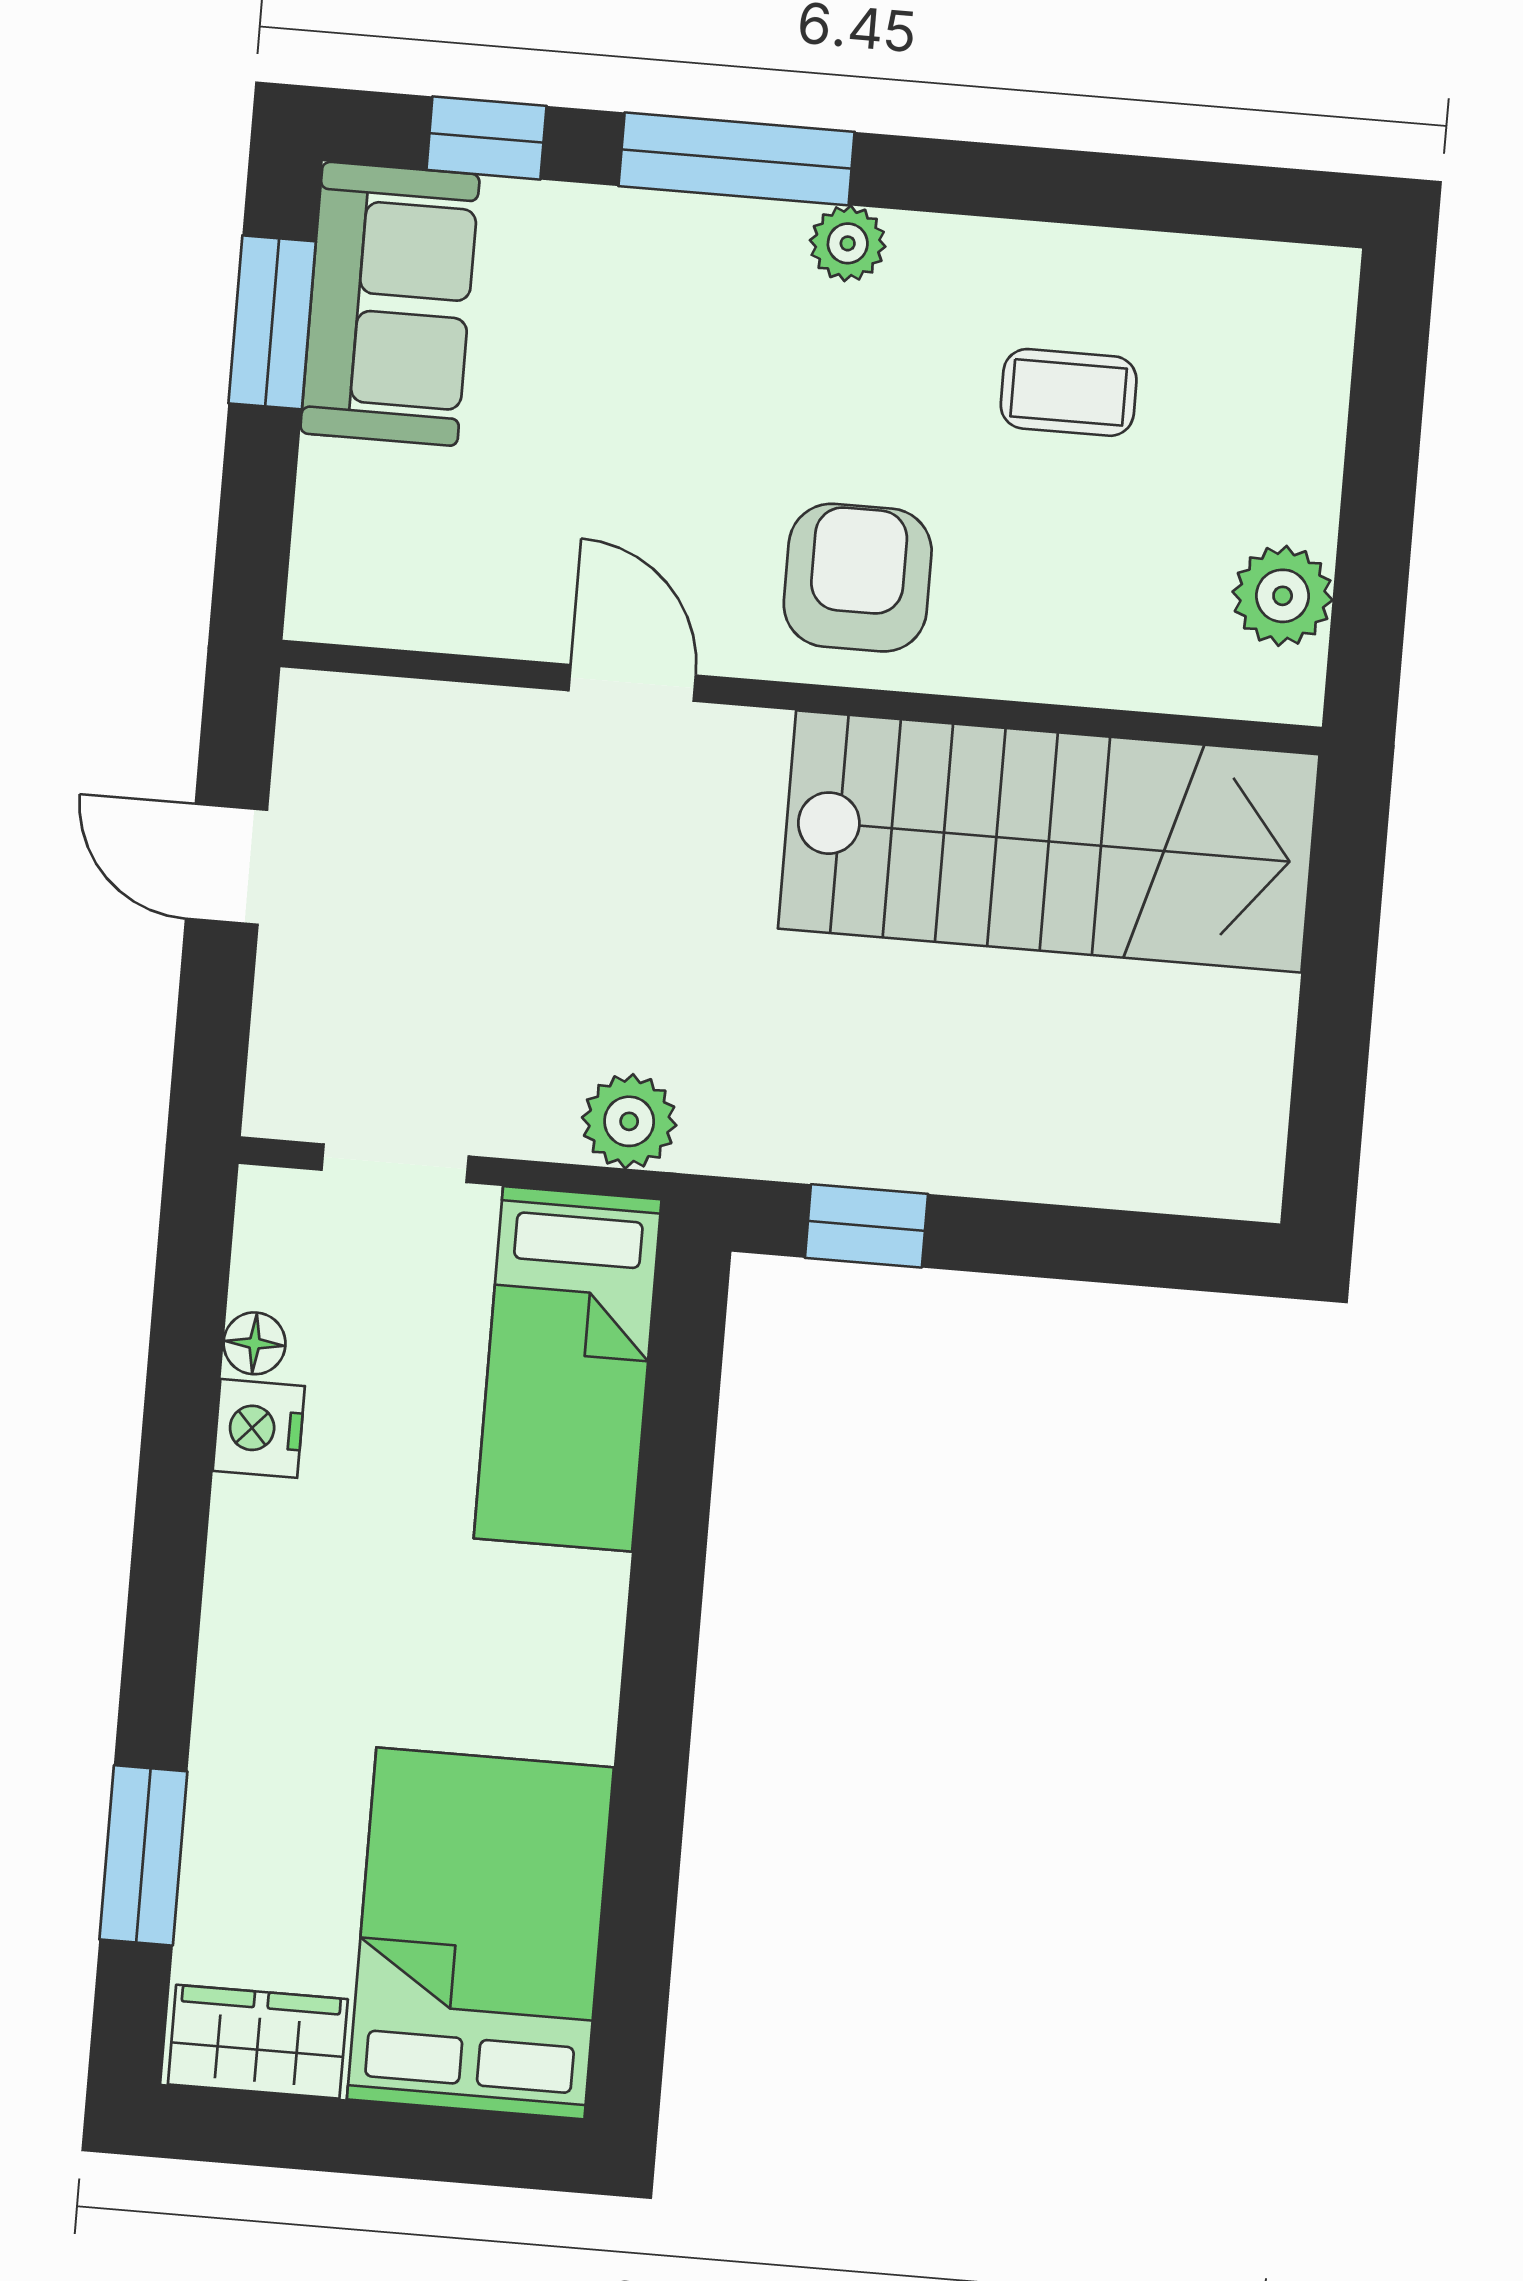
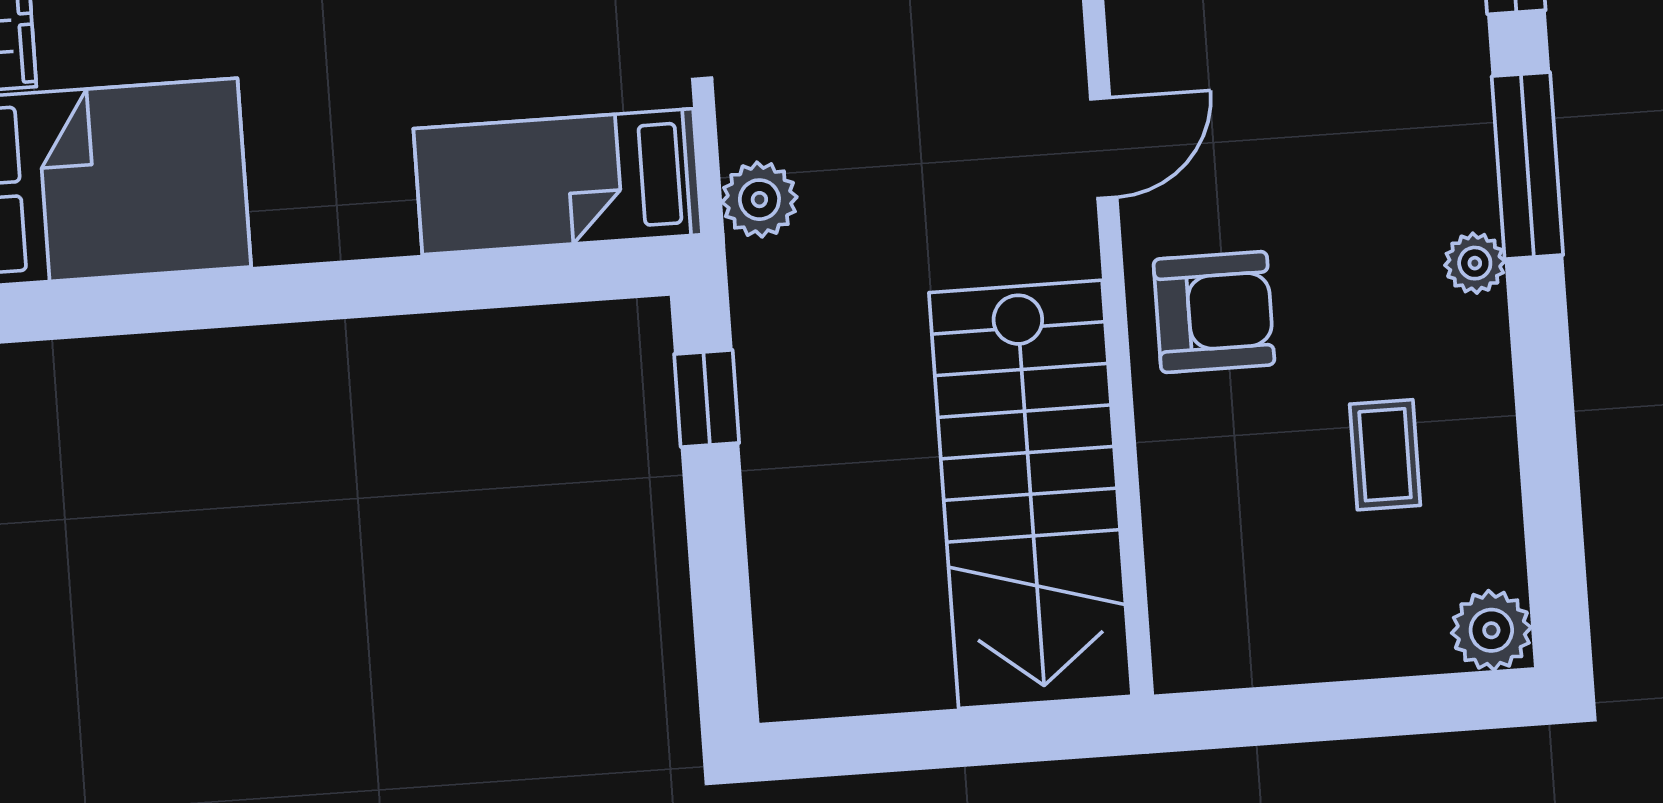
plant: (1283, 596) -> (1491, 630), moved

